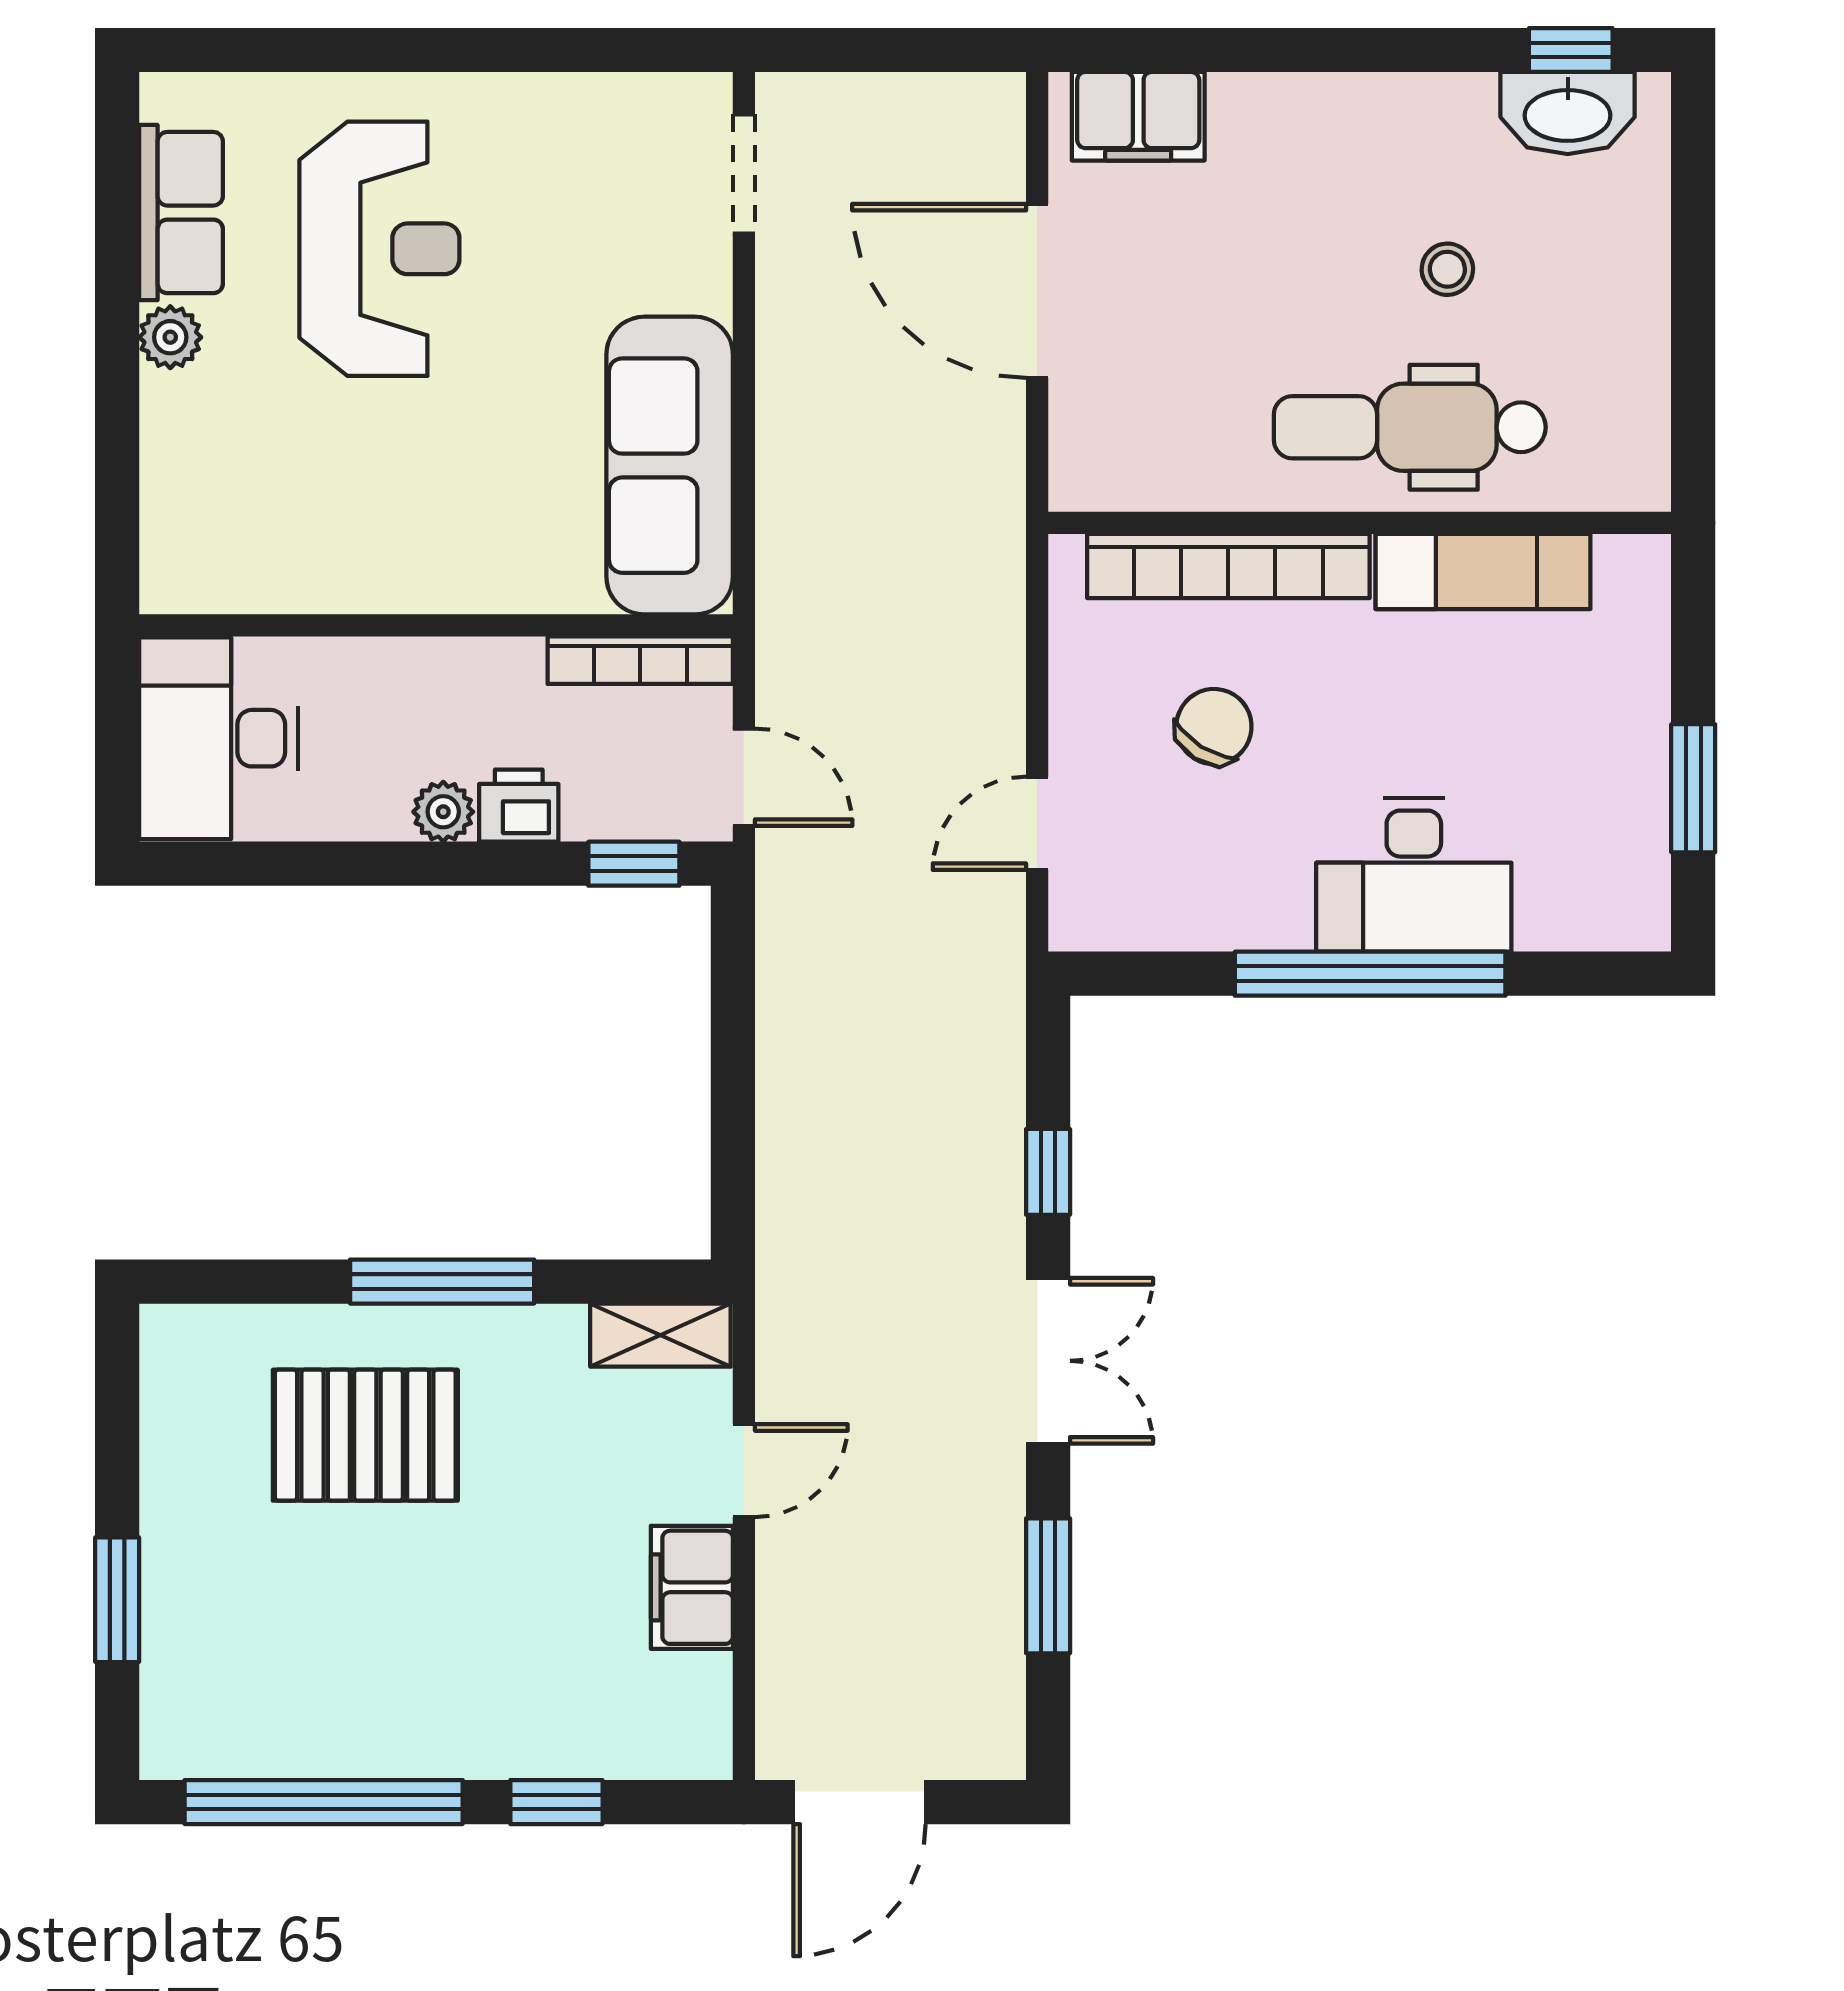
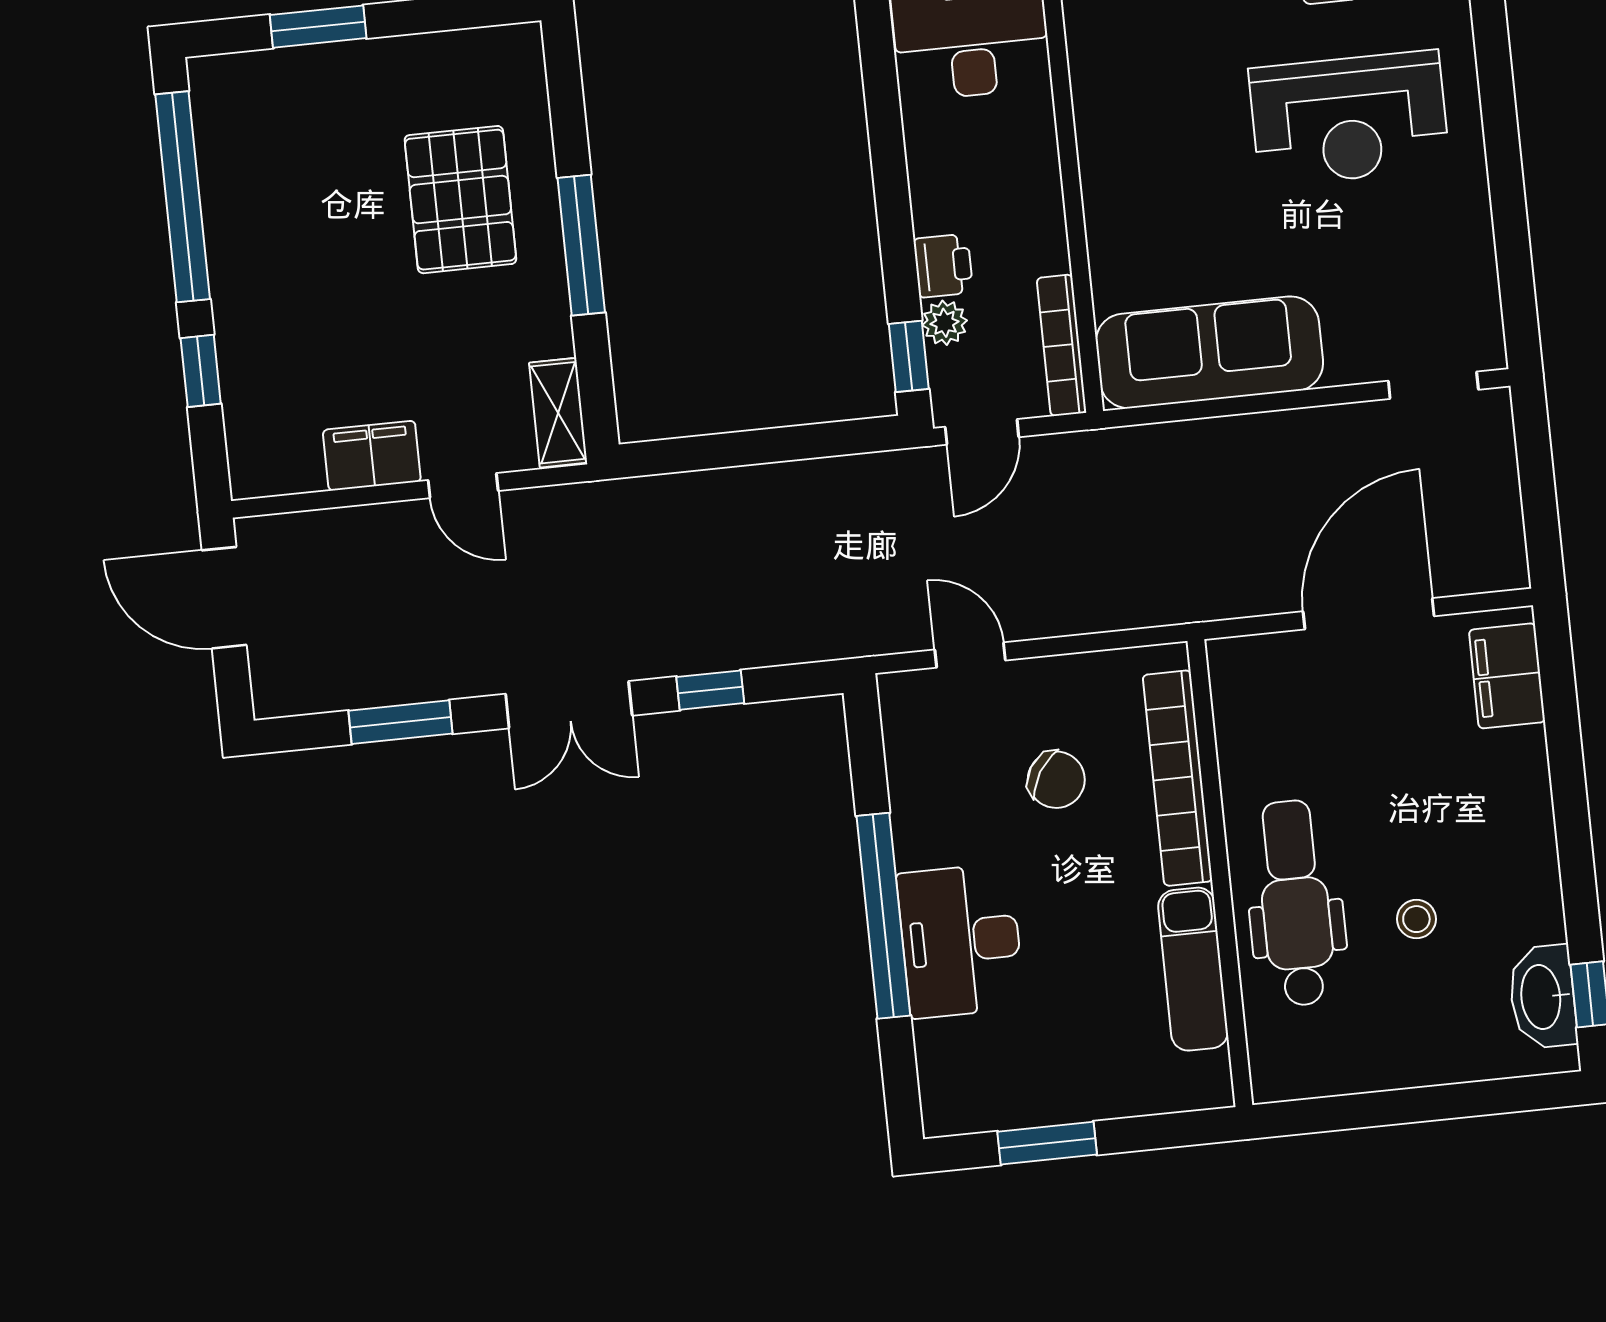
plant: (443, 812) -> (945, 323), moved

